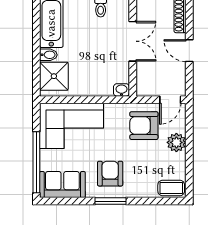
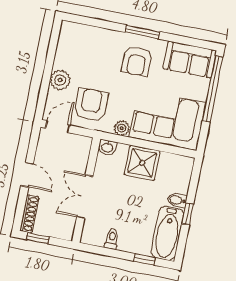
window: (36, 44) -> (188, 214), added
shower: (54, 76) -> (142, 163), moved
plant: (112, 110) -> (122, 128), added
armchair: (144, 126) -> (91, 105), turned -90
coffee table: (171, 188) -> (75, 33), removed

